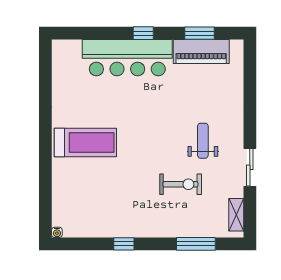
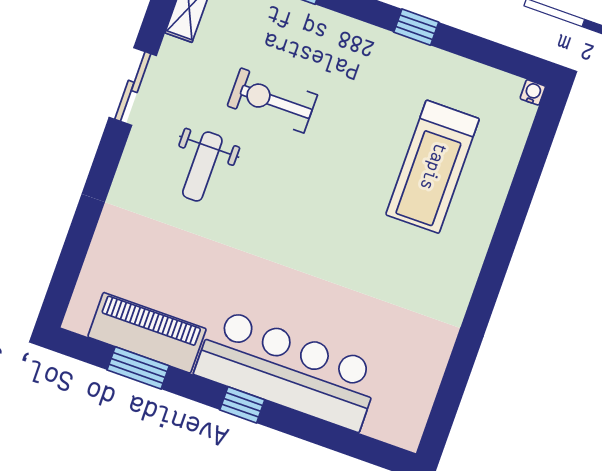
treadmill: (85, 142) -> (433, 167), moved, turned -90

